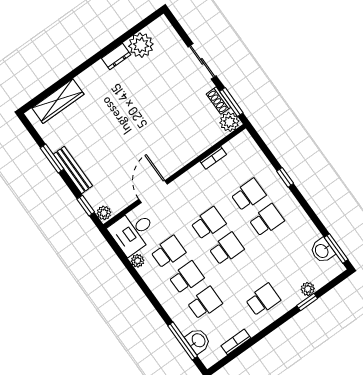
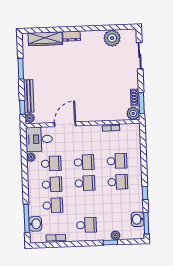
dresser: (116, 56) -> (71, 36), moved
sliding door: (202, 61) -> (140, 56), moved
bench: (73, 170) -> (29, 96), moved
window: (285, 177) -> (145, 193), moved

